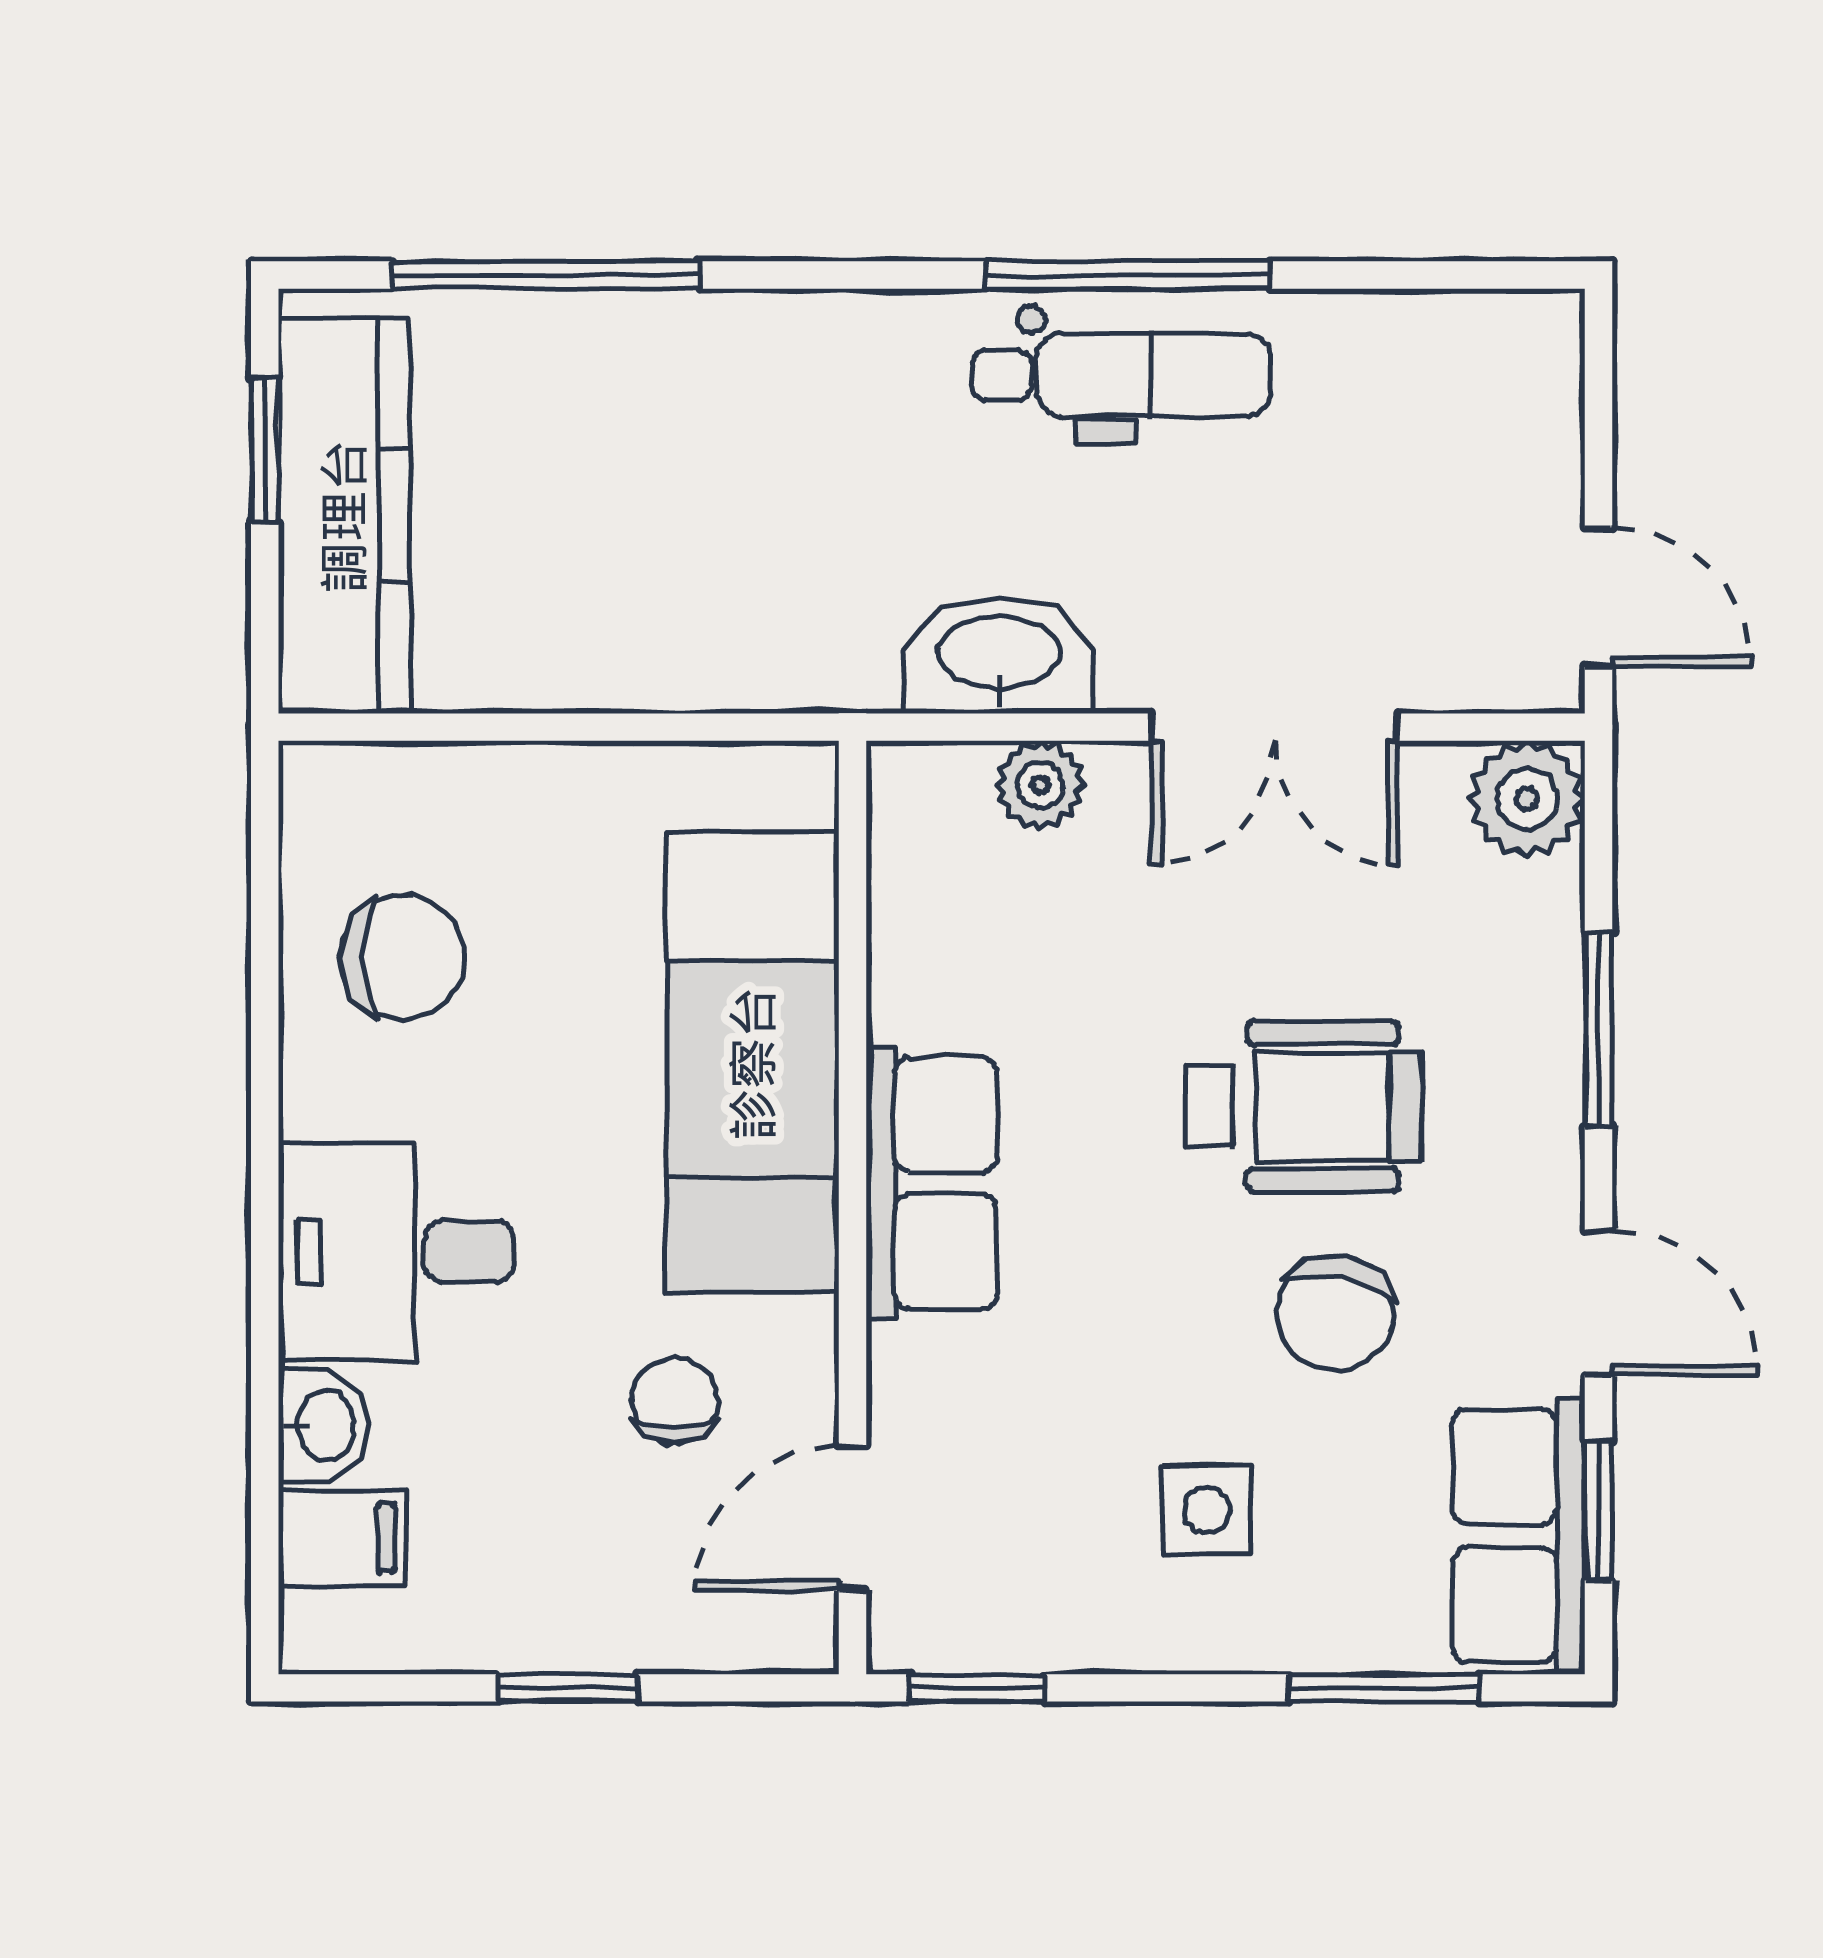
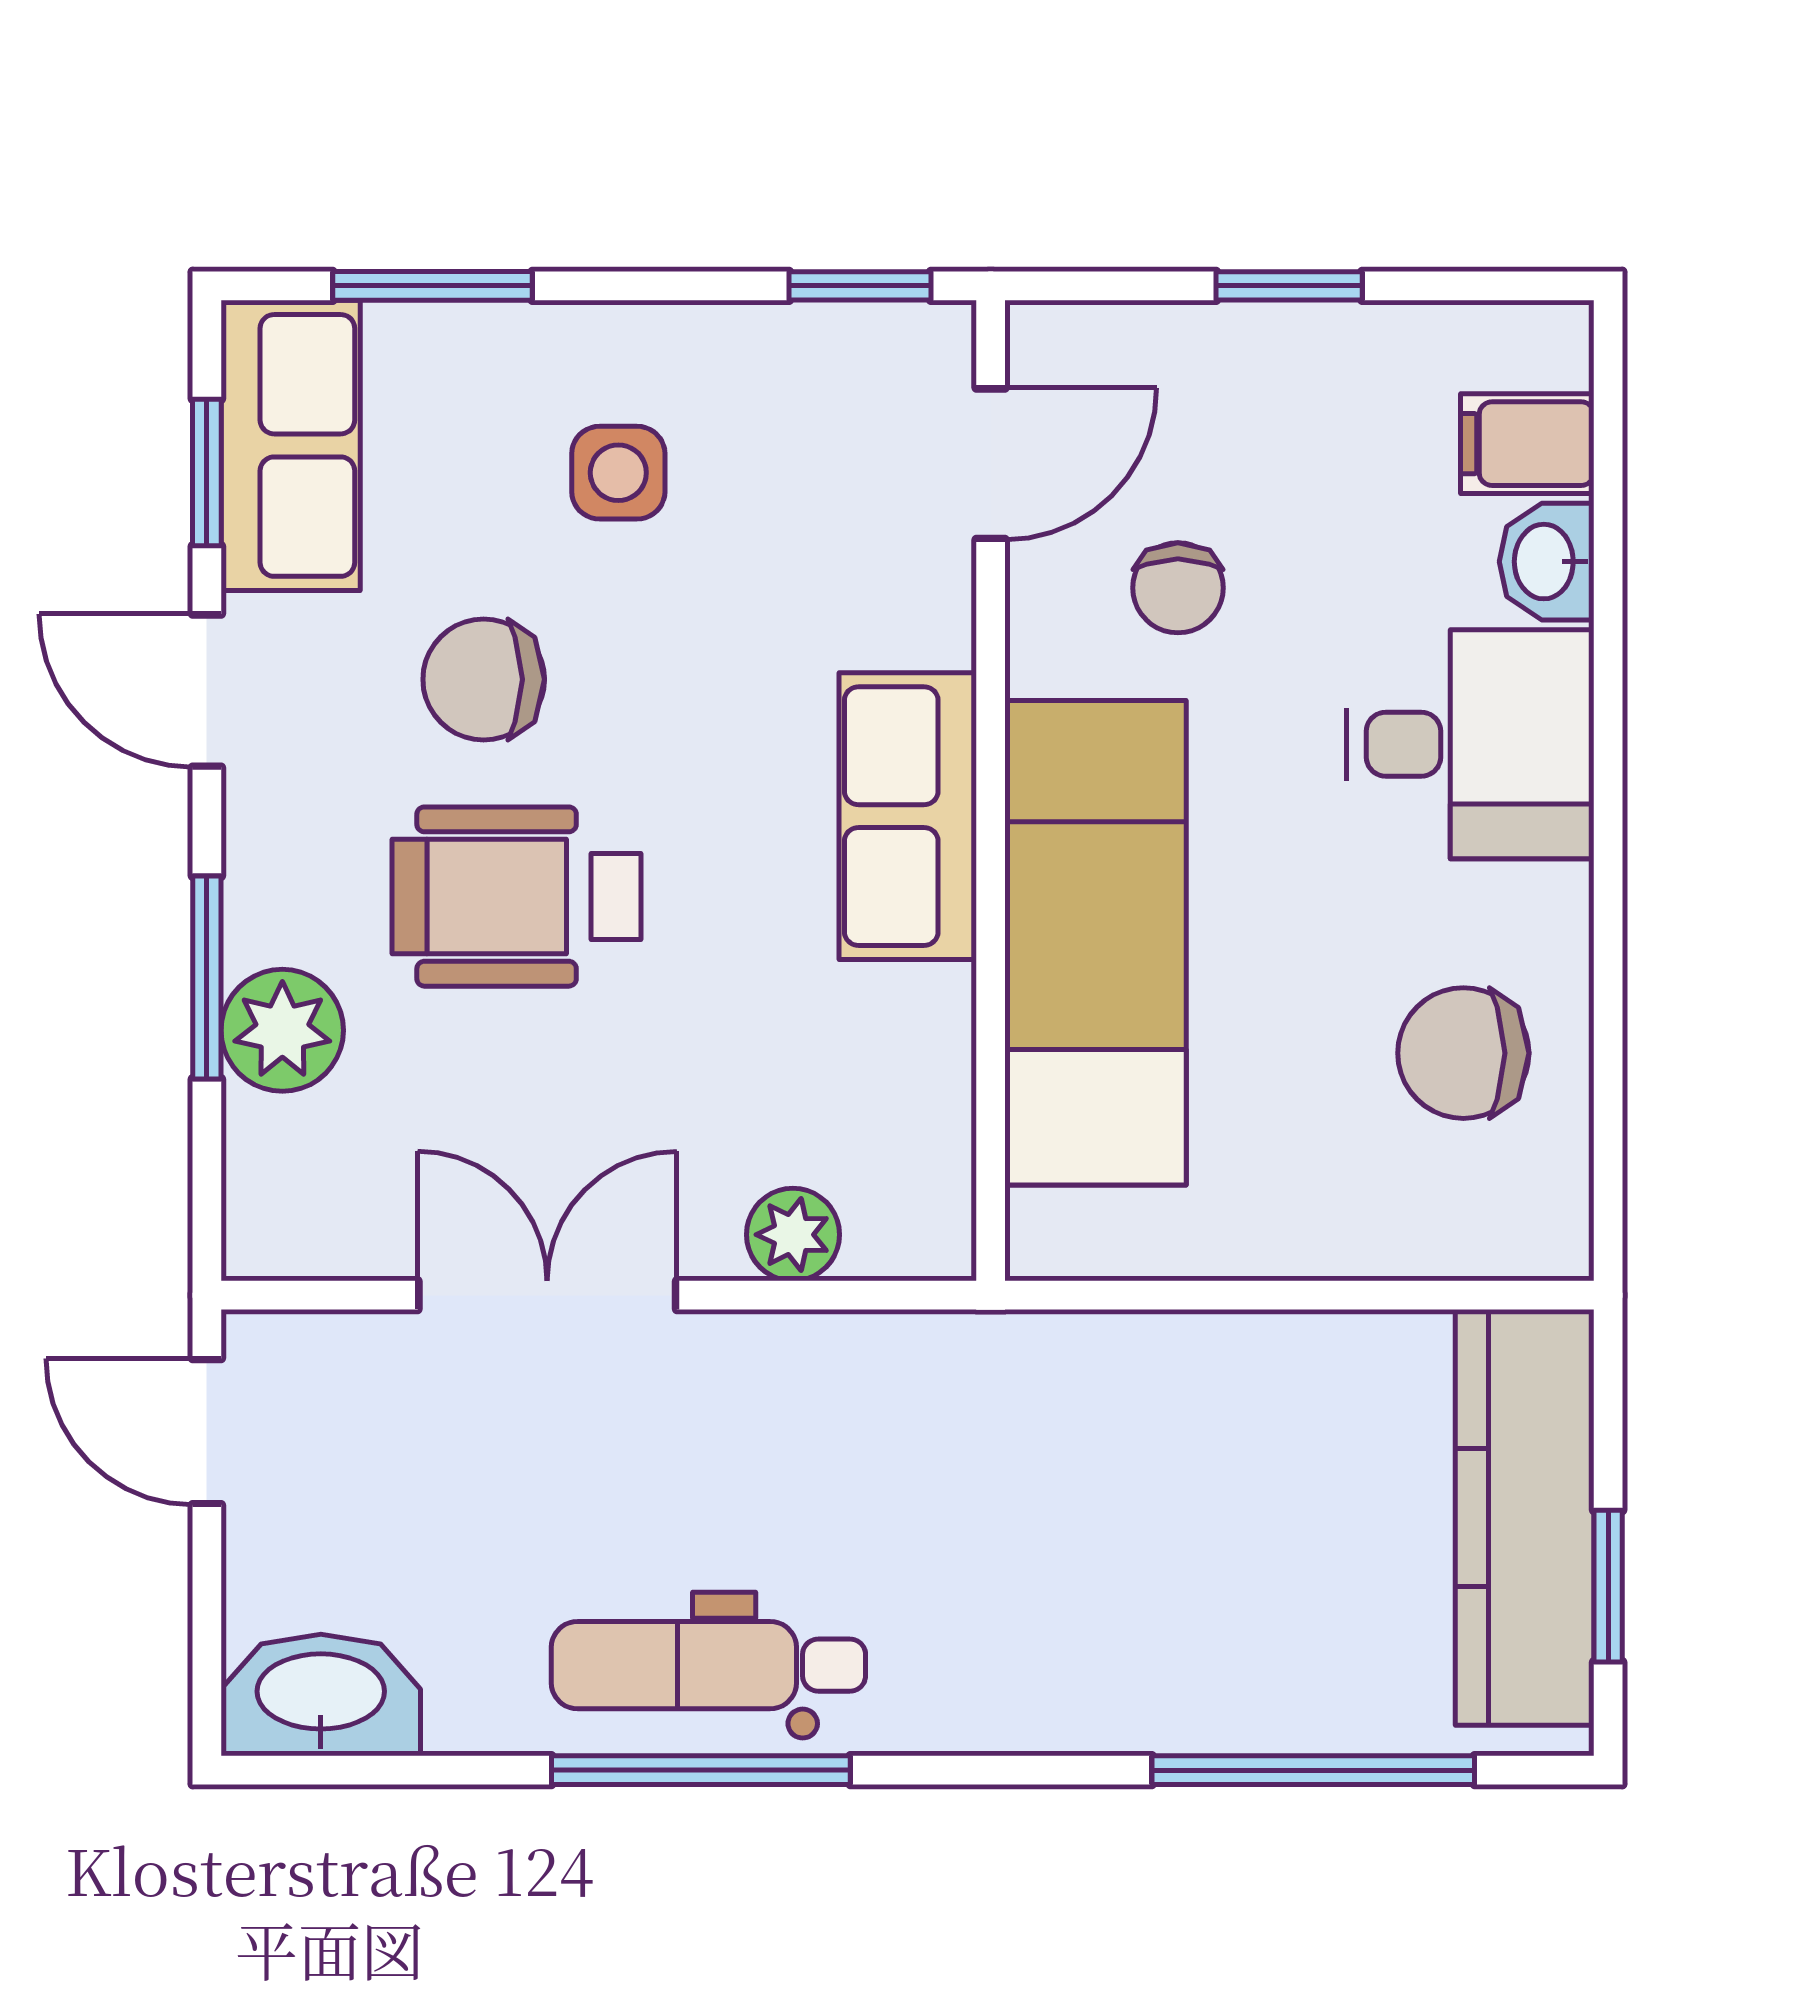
washbasin: (999, 656) -> (321, 1695), moved, turned 180
plant: (1527, 799) -> (282, 1030), moved
chair: (1335, 1313) -> (484, 679), turned -101

